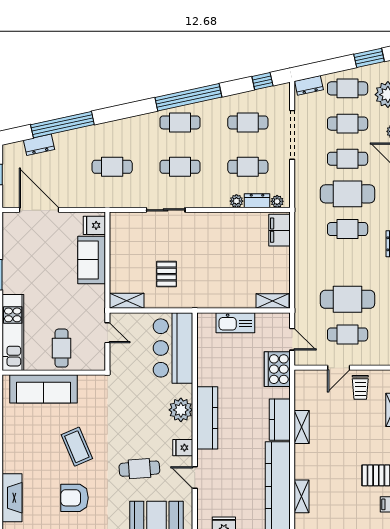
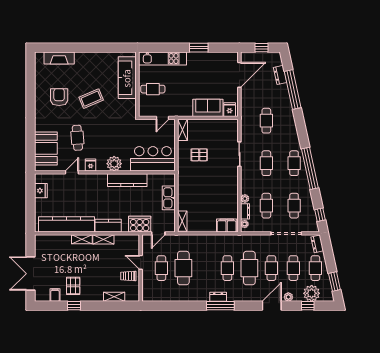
kitchen counter: (207, 418) -> (127, 180), moved
shelving: (302, 496) -> (82, 239), moved

